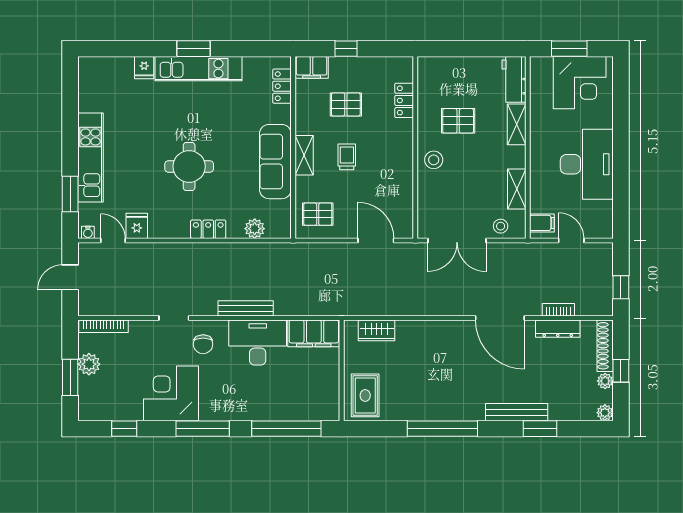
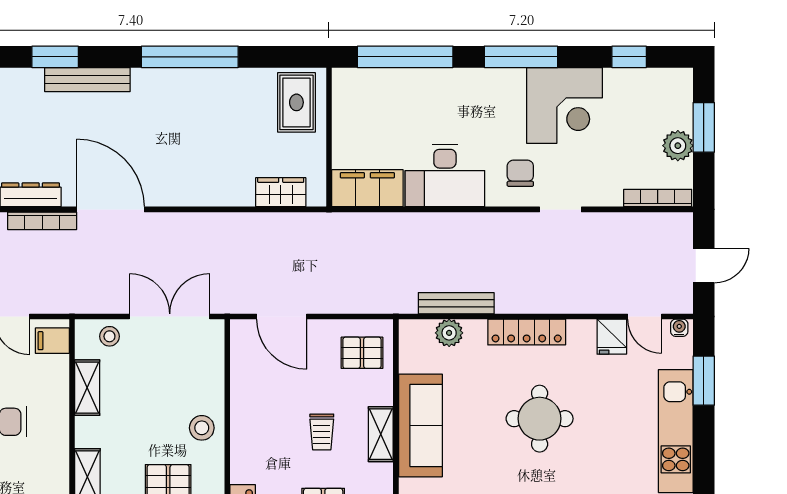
locker: (208, 229) -> (527, 332), width x1.53
bench: (246, 308) -> (456, 303), moved
bookcase: (558, 310) -> (42, 221), width x1.56

